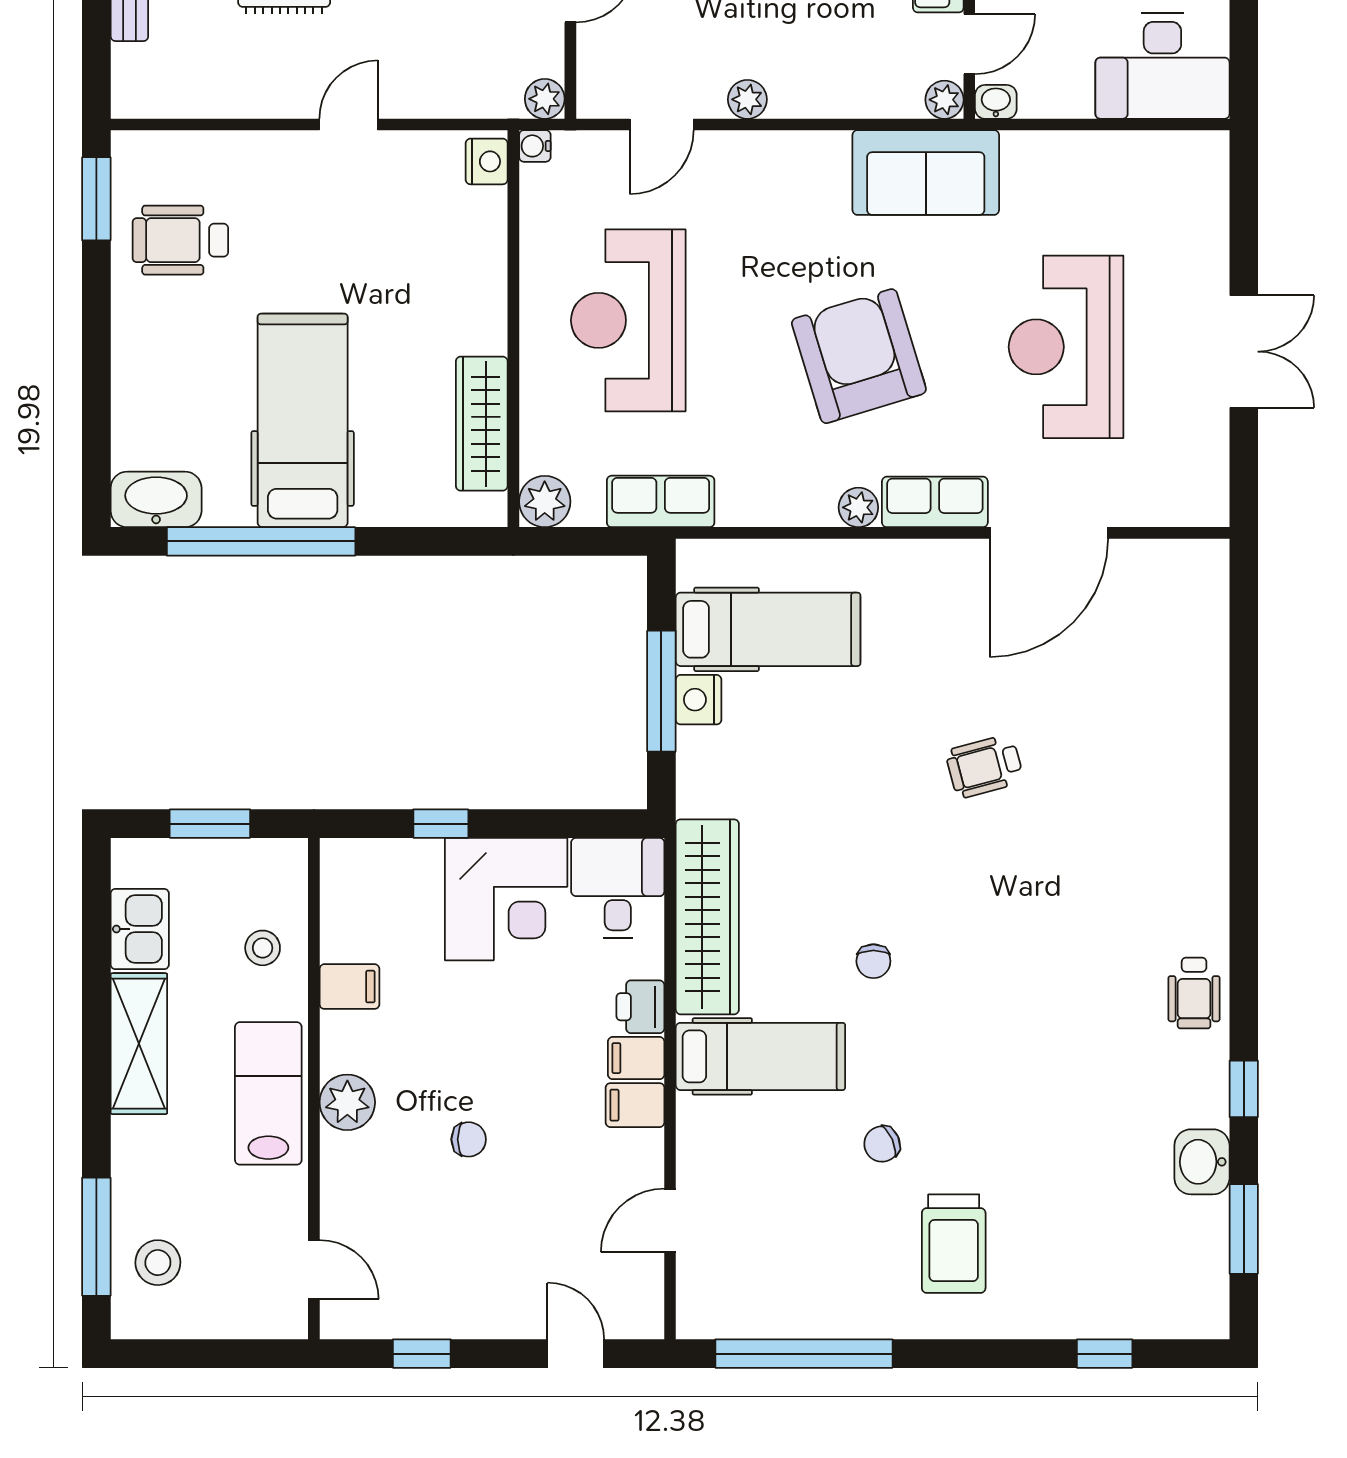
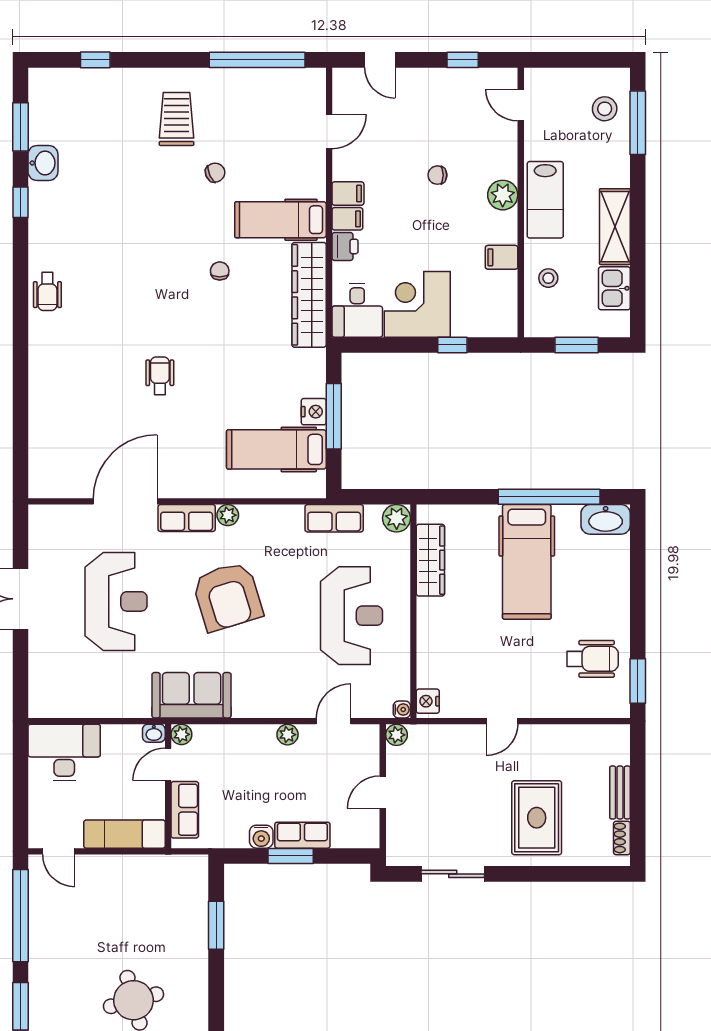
wheelchair: (985, 766) -> (160, 376), turned -75
wheelchair: (1194, 993) -> (47, 292), moved, turned 180

